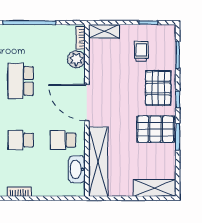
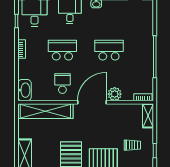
plant: (76, 59) -> (115, 94), moved
school desk: (21, 140) -> (62, 50), width x1.85
washbasin: (77, 169) -> (25, 90), moved, turned 90

